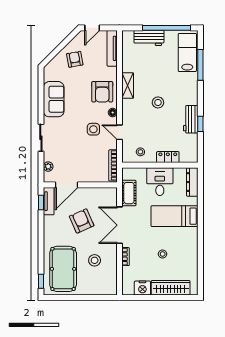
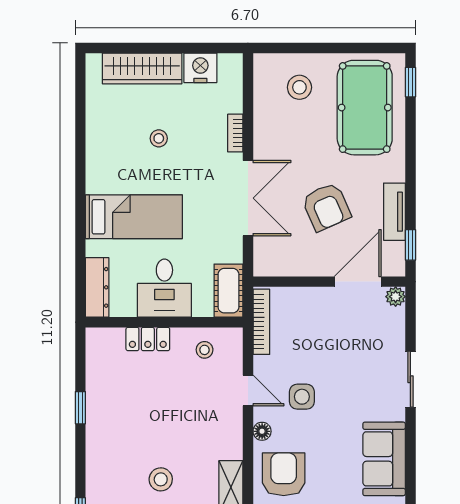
stool: (158, 102) -> (161, 479), moved
workbench: (191, 119) -> (100, 417), removed
plant: (48, 167) -> (396, 297), moved
cot: (129, 193) -> (228, 291), moved
tv unit: (49, 201) -> (394, 212), moved
stool: (95, 260) -> (299, 87), moved

